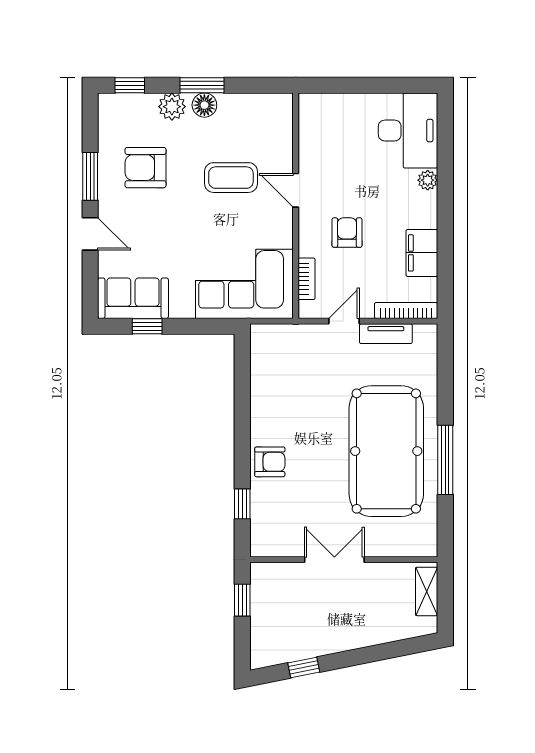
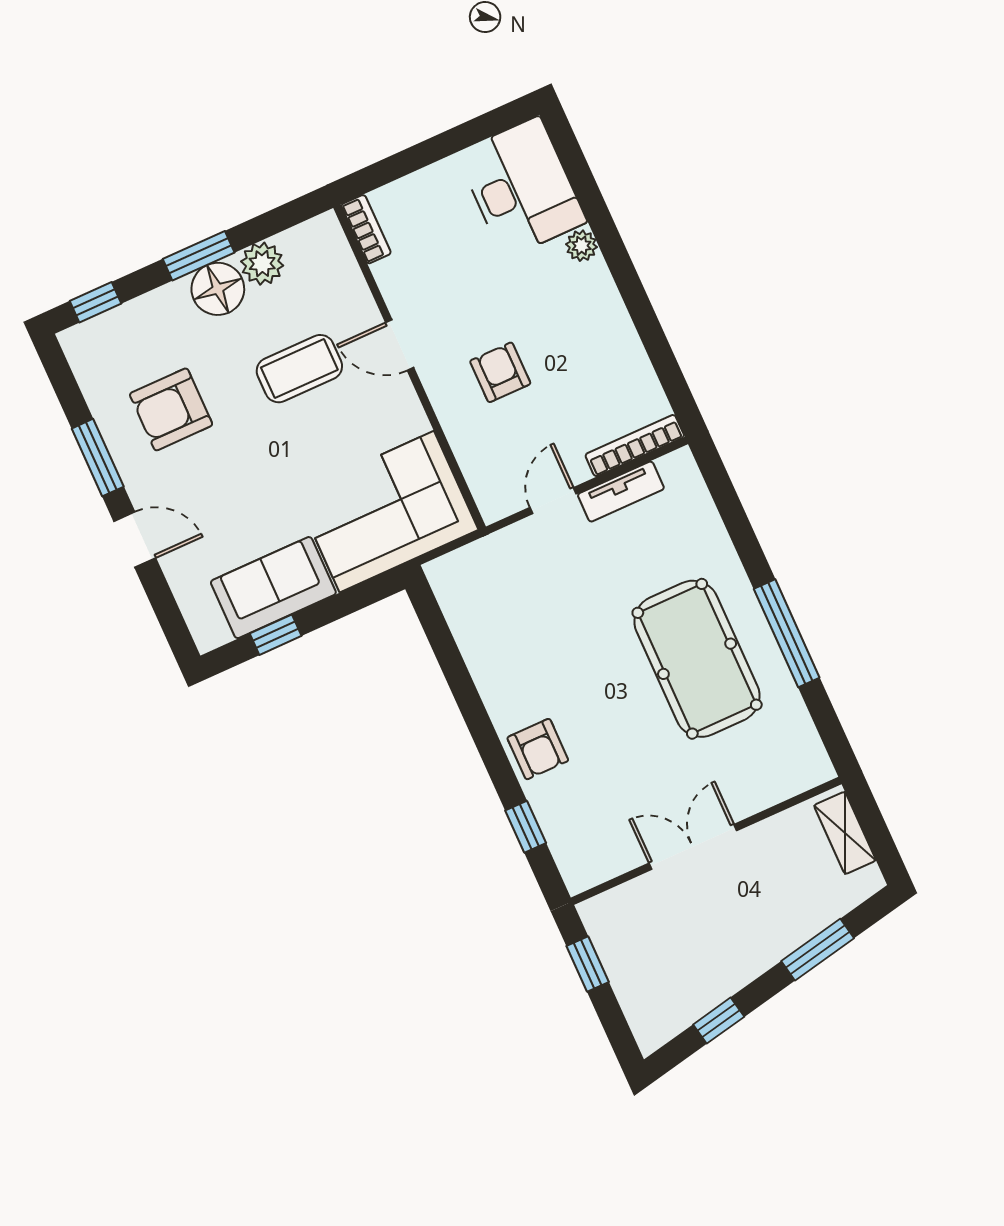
floor lamp: (204, 105) -> (218, 289), width x1.38, depth x1.38
plant: (172, 107) -> (262, 264), moved
filing cabinet: (422, 253) -> (620, 353), removed
bookcase: (306, 279) -> (366, 229), moved
sofa: (133, 298) -> (273, 588), moved
pool table: (386, 451) -> (697, 659), width x0.73, depth x0.76
armchair: (270, 462) -> (538, 749), turned 90
window: (380, 652) -> (818, 950), added

